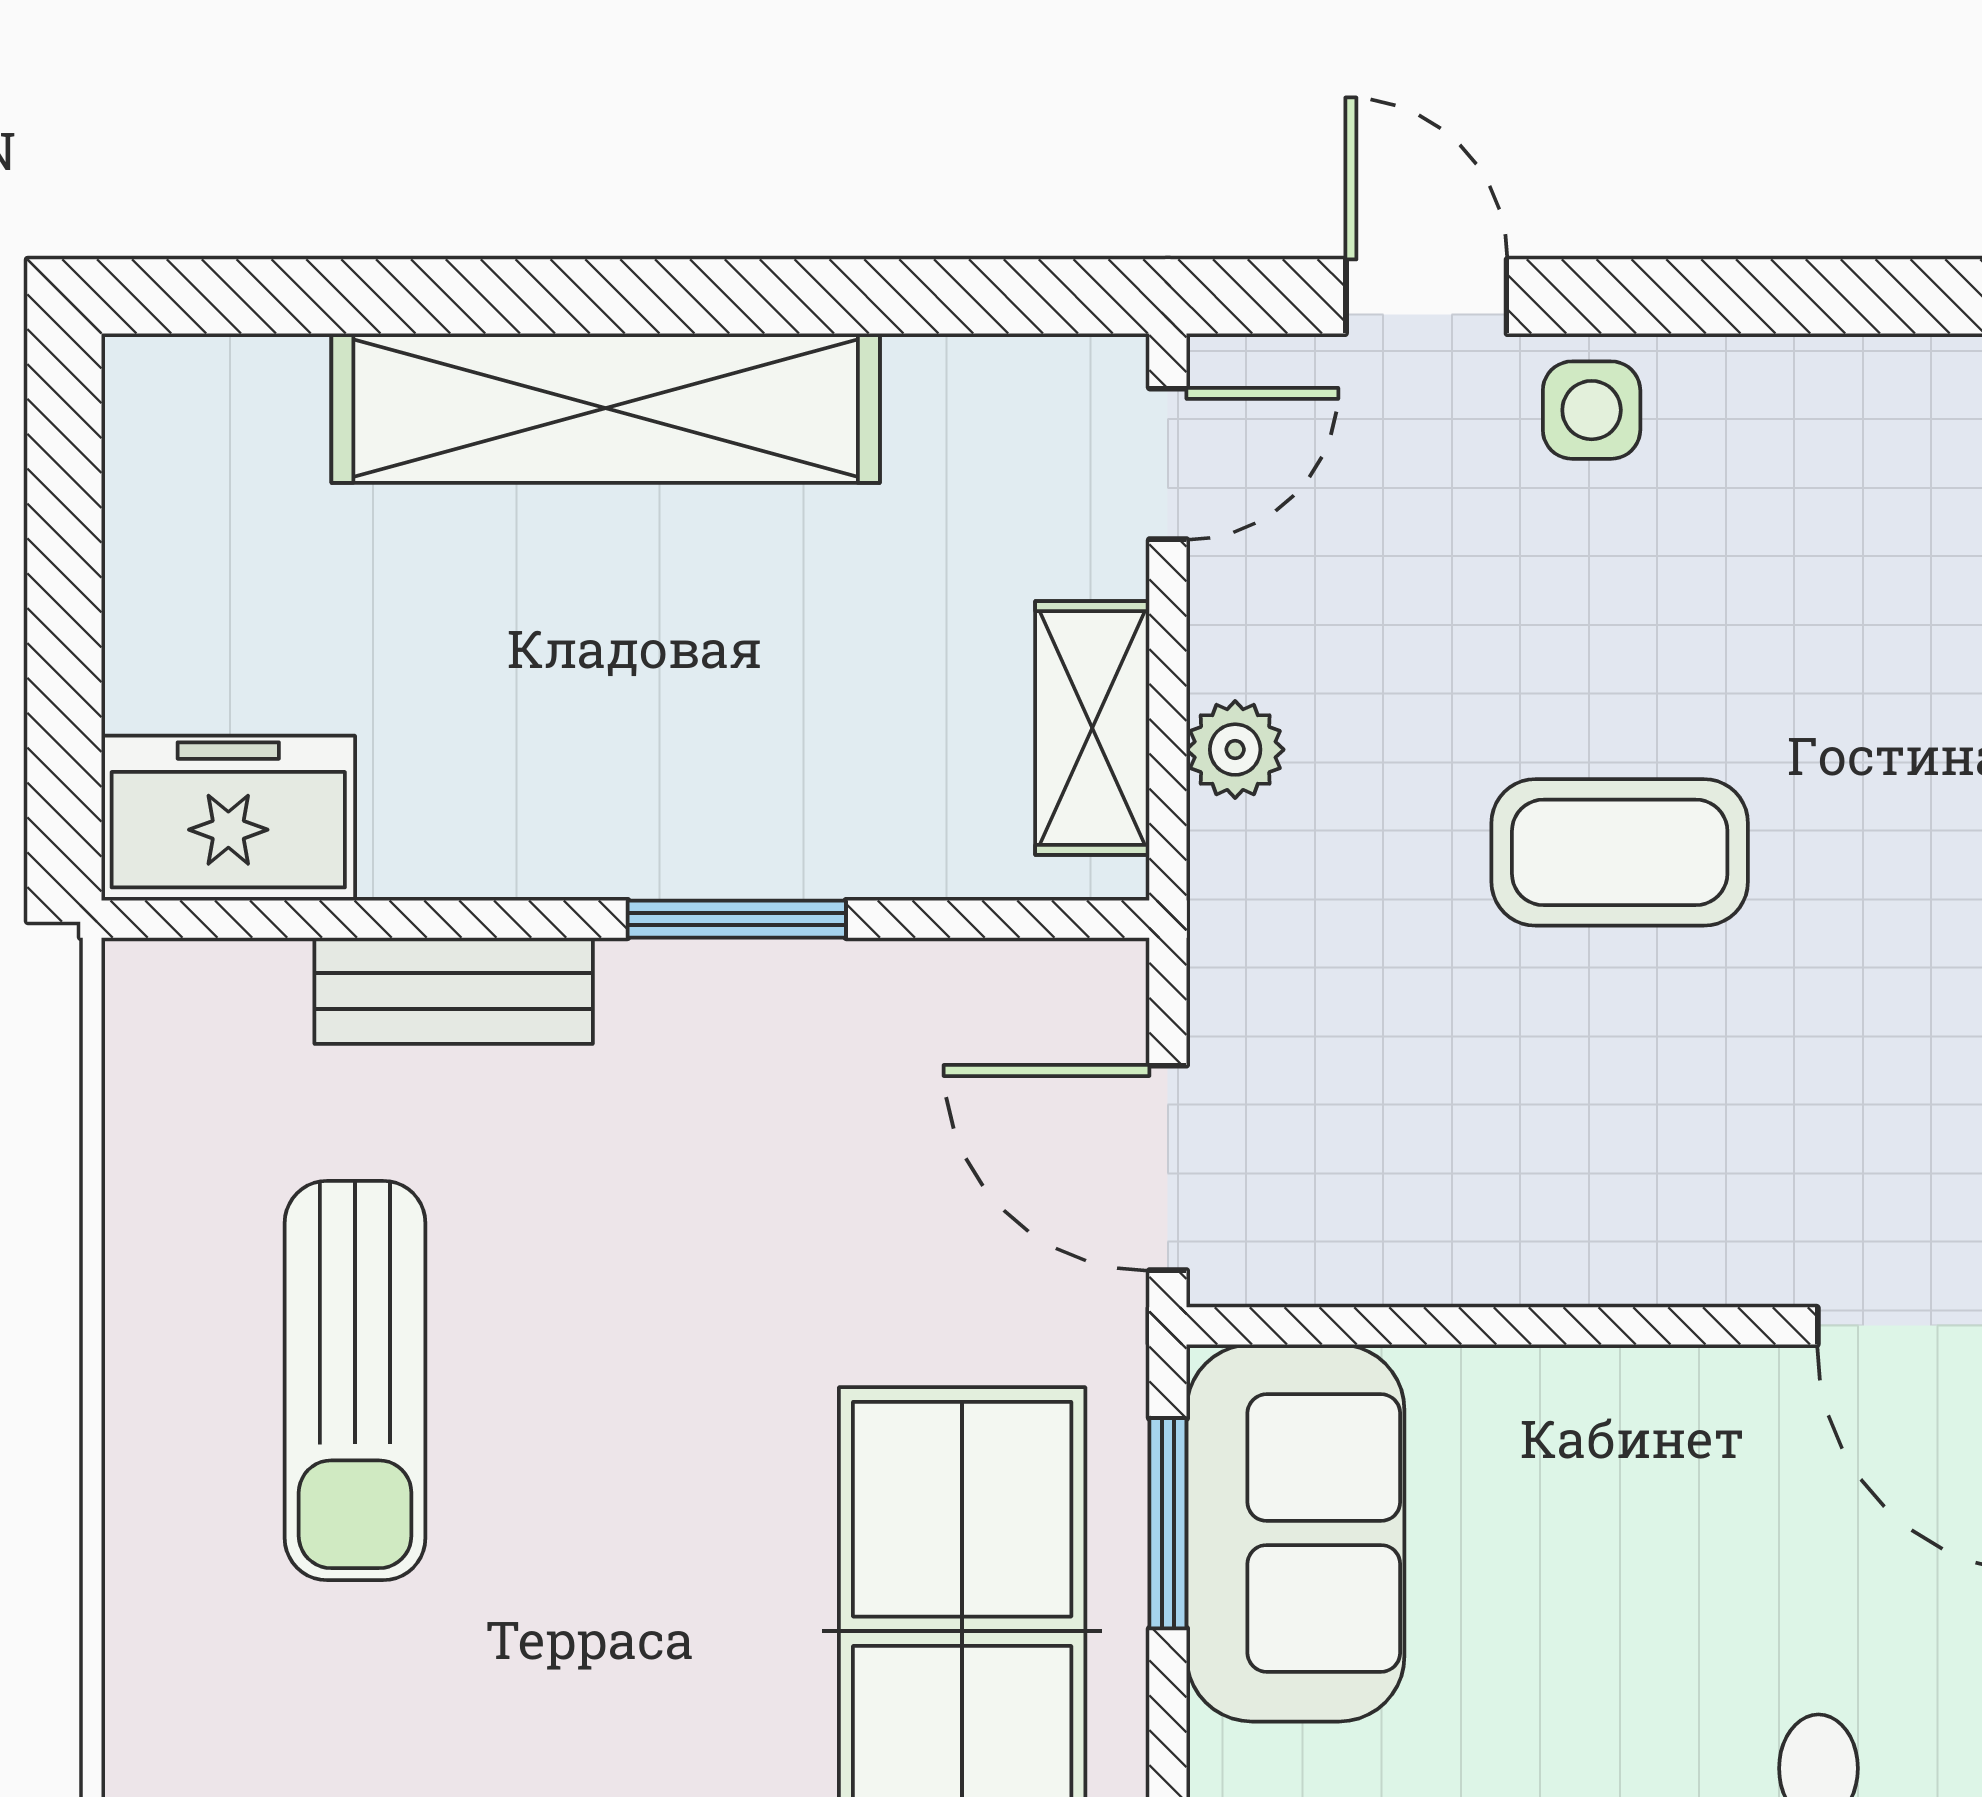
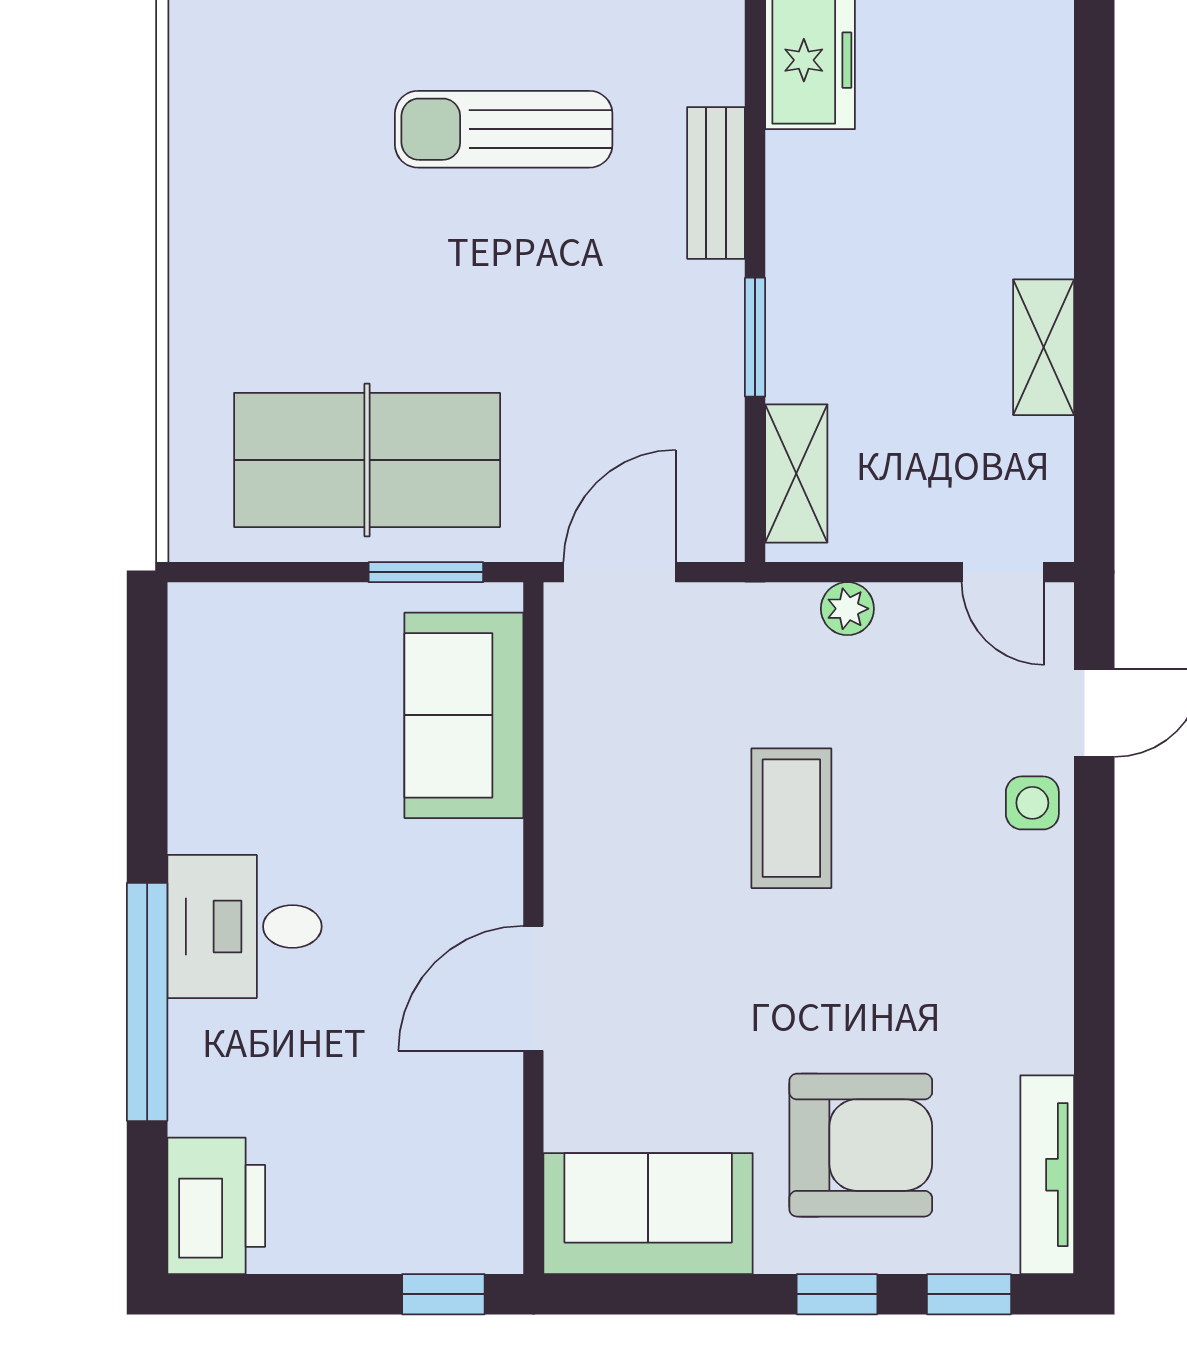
shelving: (606, 408) -> (1044, 347), width x0.45, depth x0.75
shelving: (1092, 728) -> (796, 473), moved, turned 90
sofa: (1295, 1533) -> (464, 715), moved, turned 90

